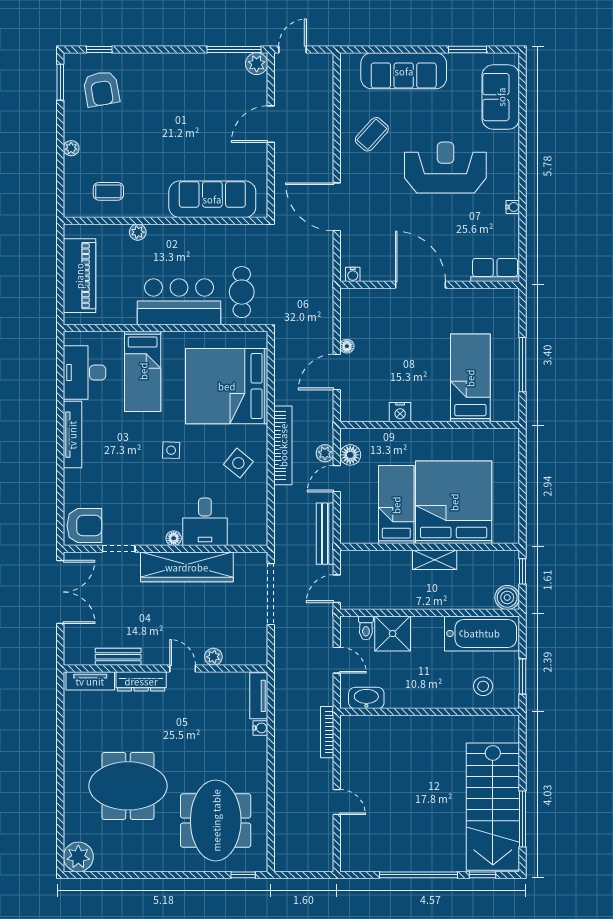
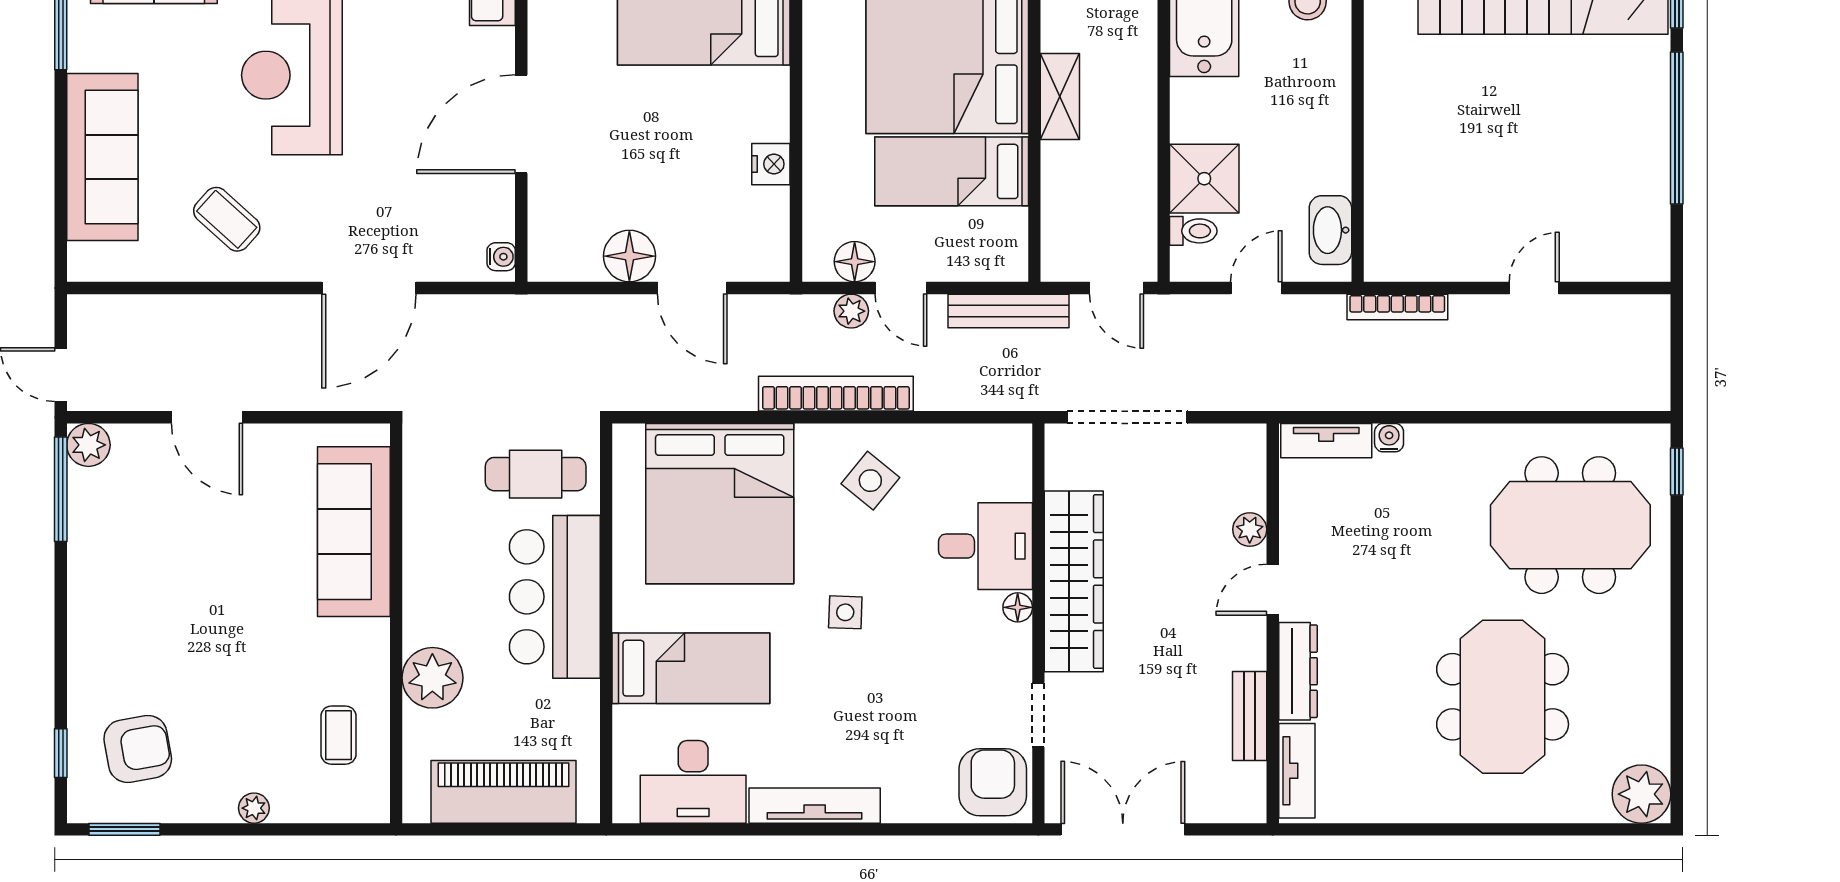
plant: (138, 232) -> (432, 678), width x1.88, depth x1.88
floor lamp: (347, 346) -> (629, 256), width x1.89, depth x1.89

